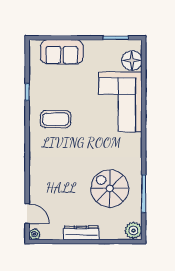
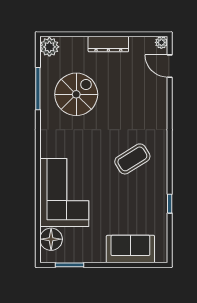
coffee table: (56, 119) -> (132, 159), moved, turned -32
spiral stairs: (110, 189) -> (76, 94), turned -90

